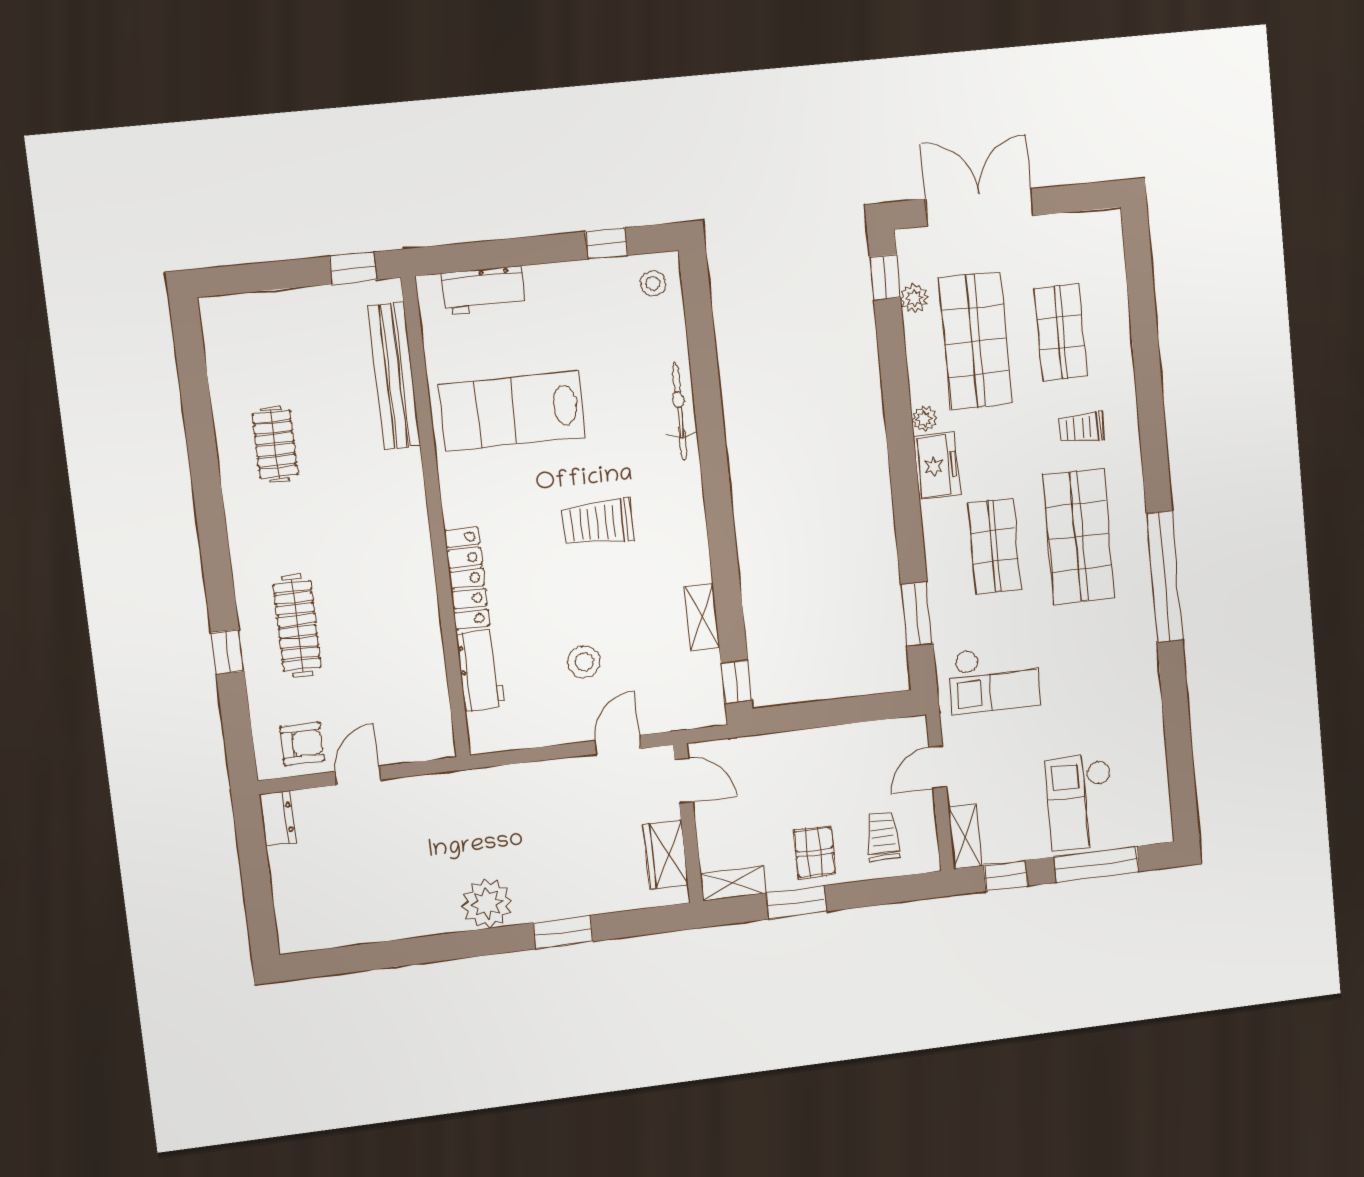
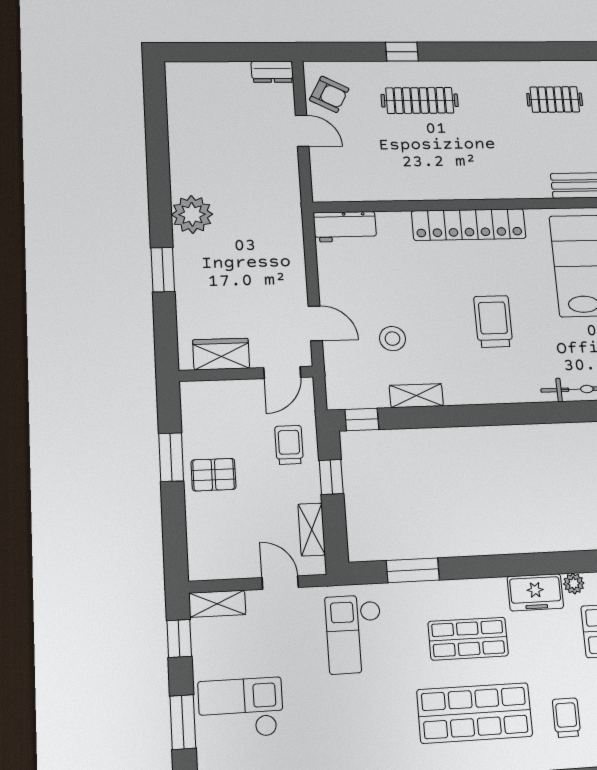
locker: (467, 578) -> (469, 225), width x1.41, depth x1.21
stool: (584, 662) -> (393, 339), moved
workbench: (481, 670) -> (345, 227), moved
window: (810, 715) -> (331, 477), added
armchair: (302, 744) -> (329, 94), turned -62
trolley: (883, 837) -> (289, 445), moved, turned -90
window: (1097, 864) -> (183, 722), width x0.69
shelving: (733, 883) -> (312, 529), moved

